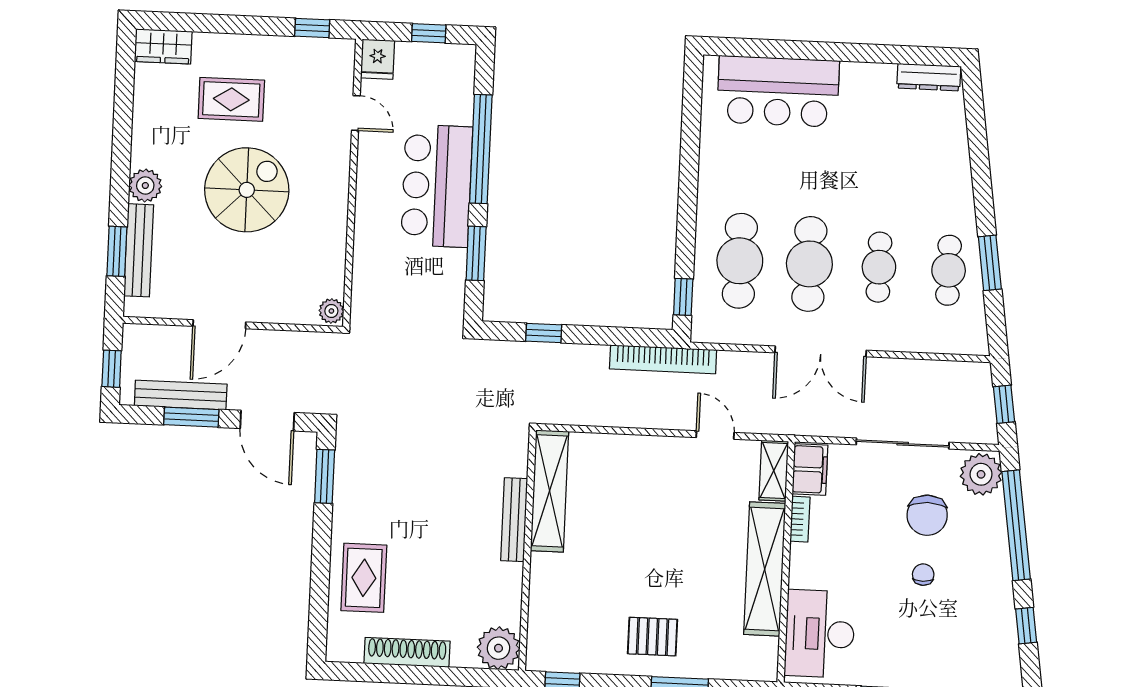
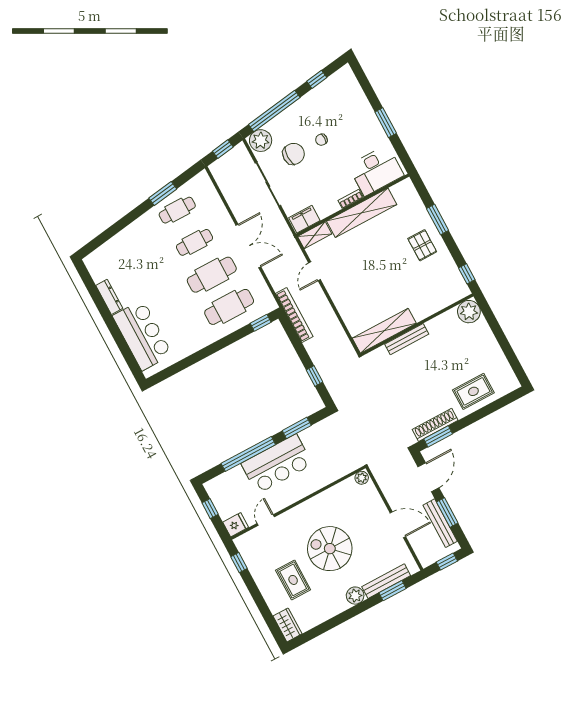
dresser: (929, 77) -> (109, 297), moved
bookcase: (800, 519) -> (351, 199), moved
shoe rack: (407, 652) -> (435, 425), moved, turned 90

